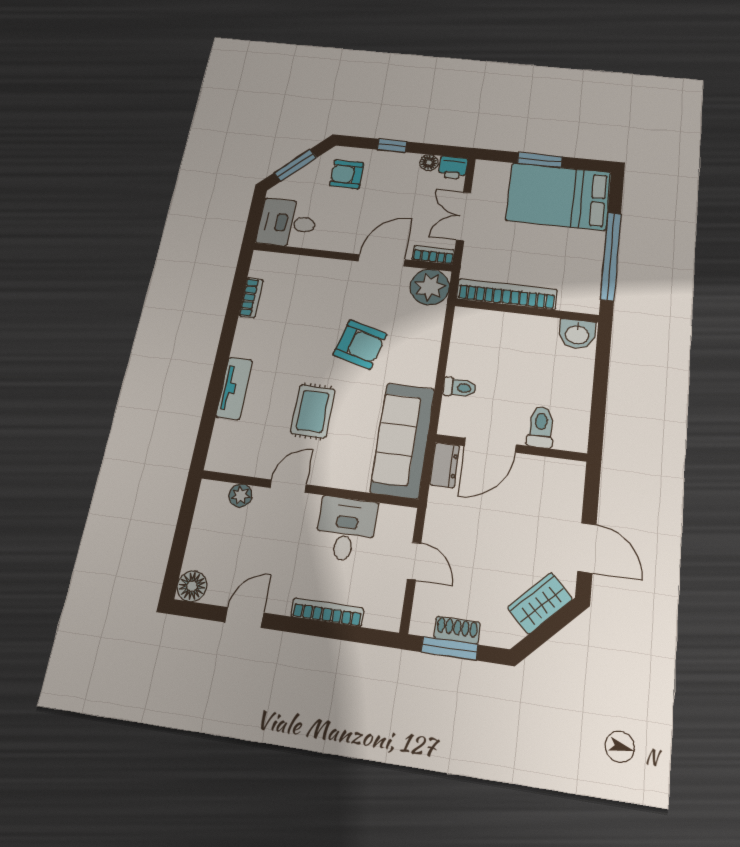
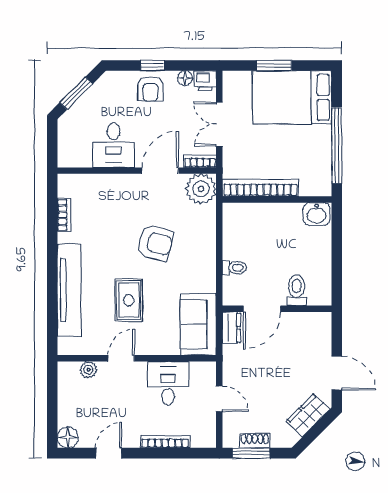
armchair: (347, 174) -> (151, 89), moved, turned -90
desk: (287, 223) -> (114, 145), moved, turned -90
tv unit: (234, 388) -> (69, 290), width x1.92, depth x1.29
sofa: (403, 440) -> (198, 324), width x0.73

